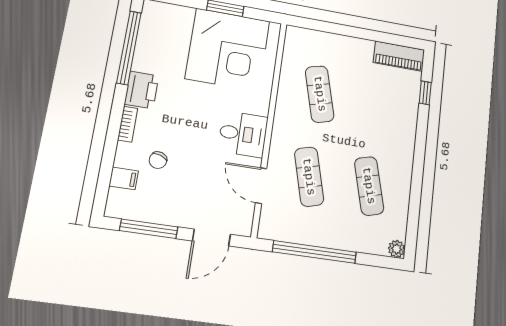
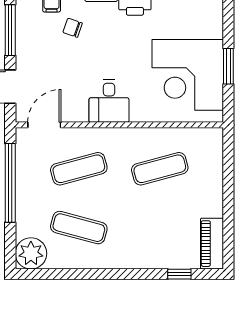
door: (261, 186) -> (44, 125), moved
exercise mat: (369, 186) -> (79, 228), turned 30
plant: (397, 249) -> (31, 253), width x1.87, depth x1.87

